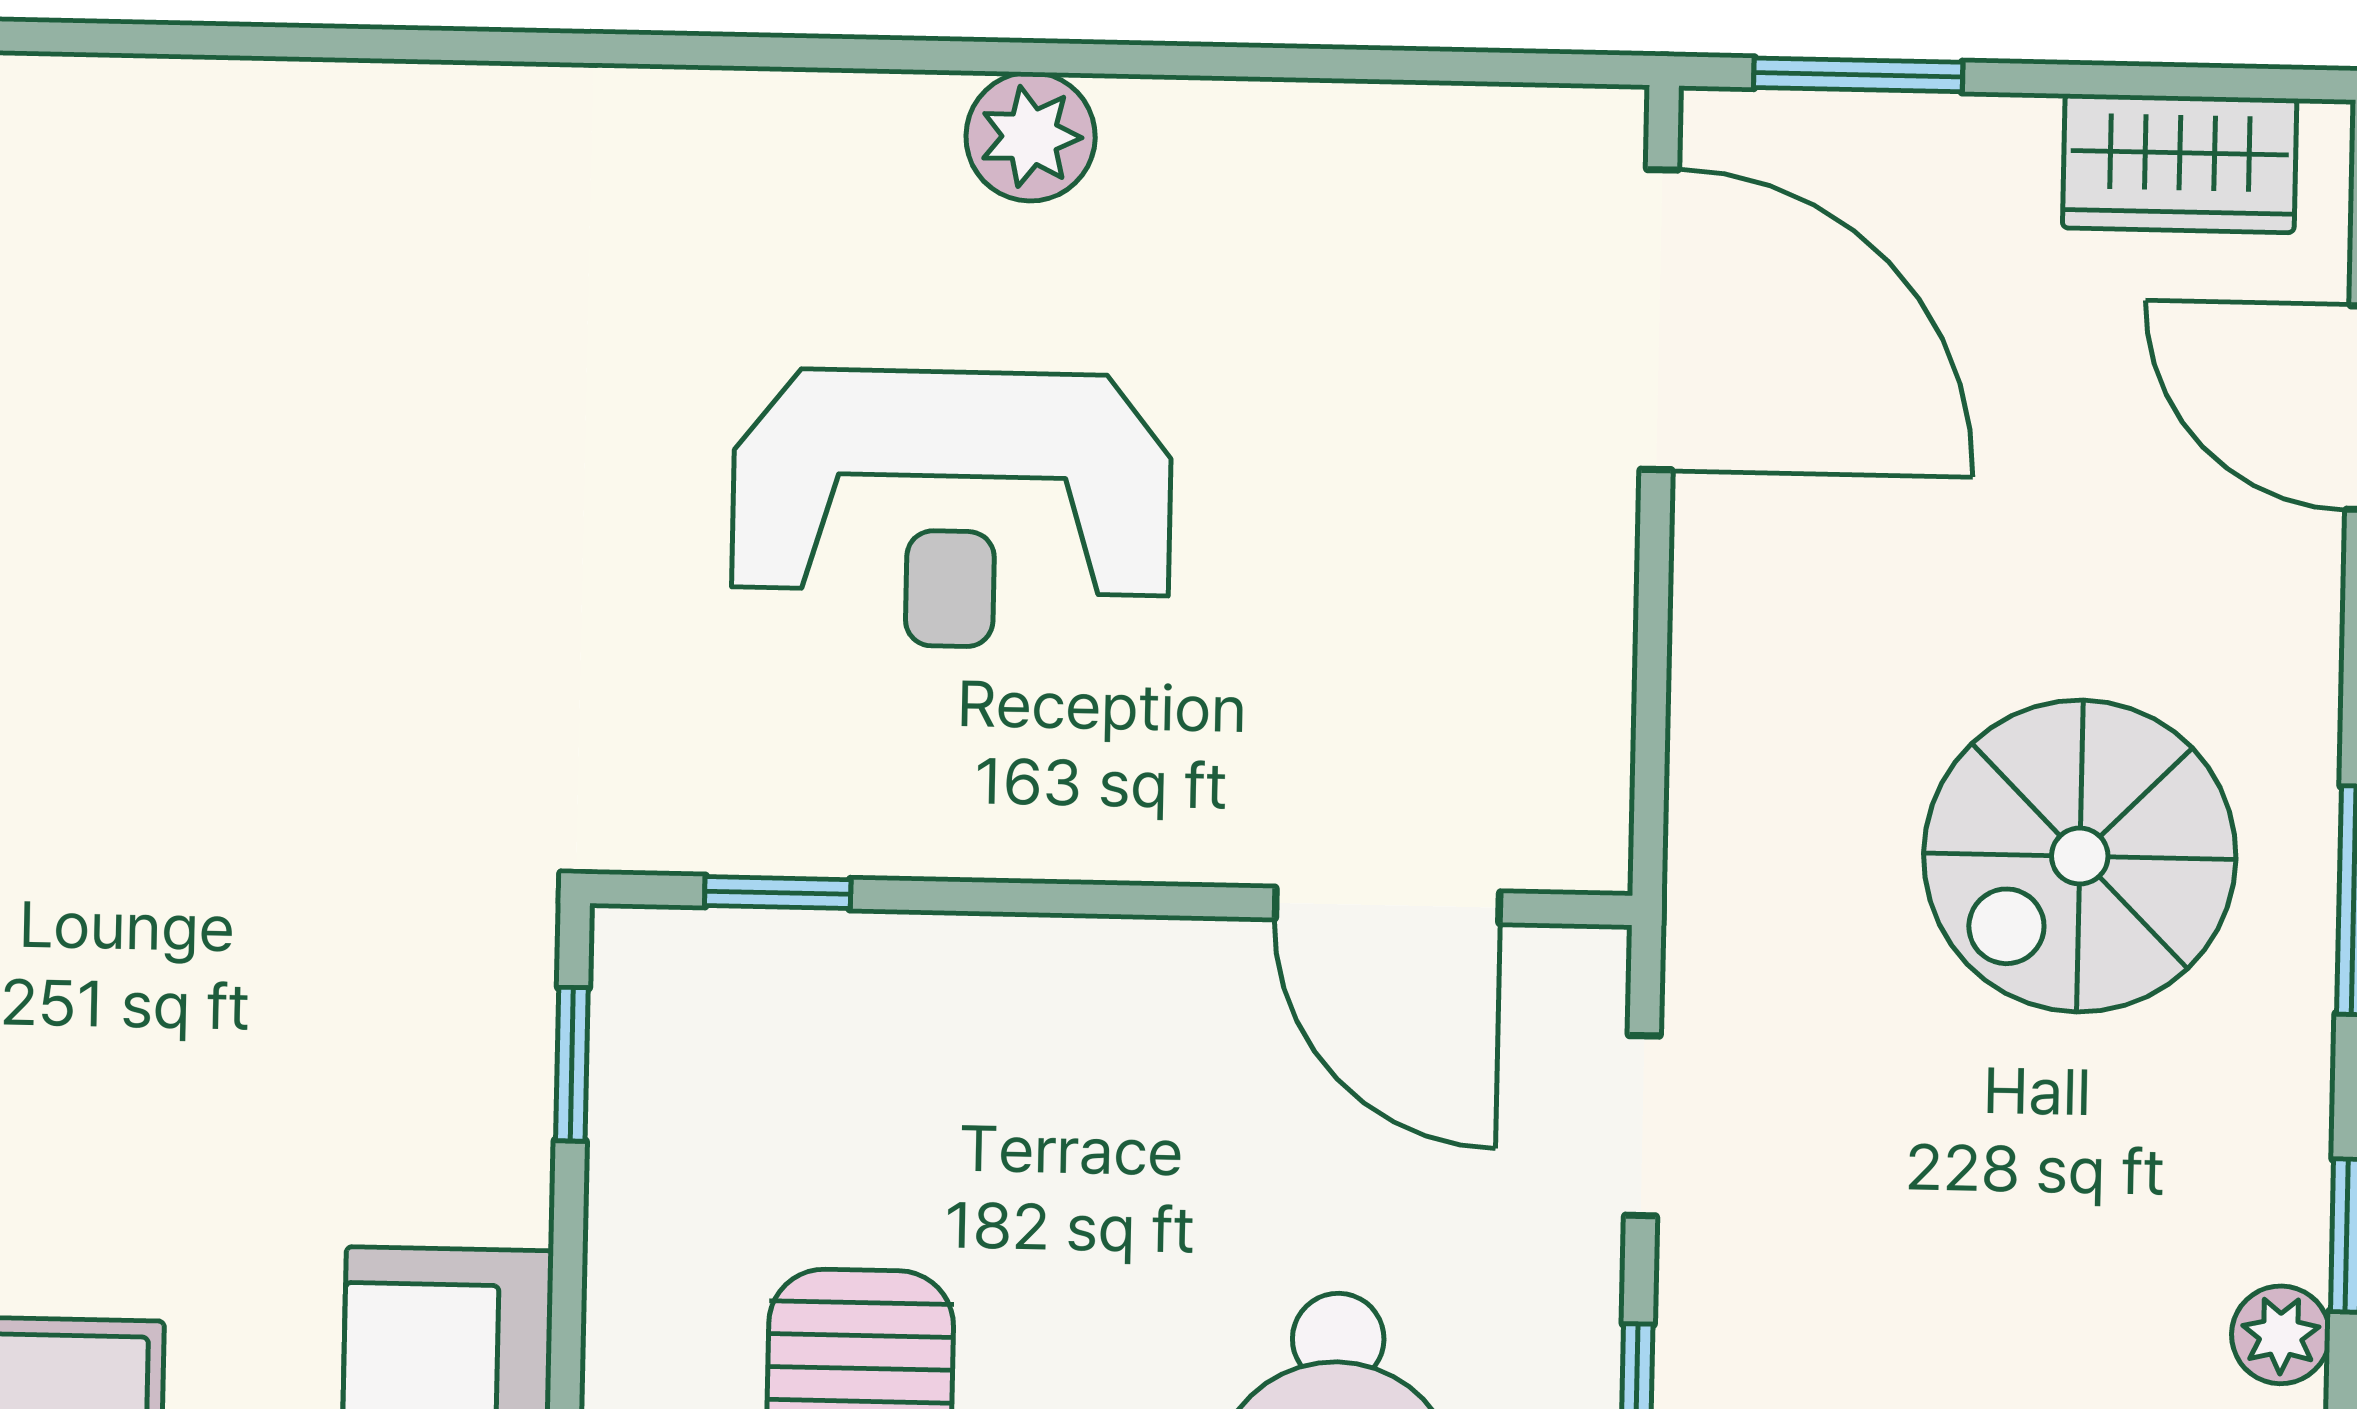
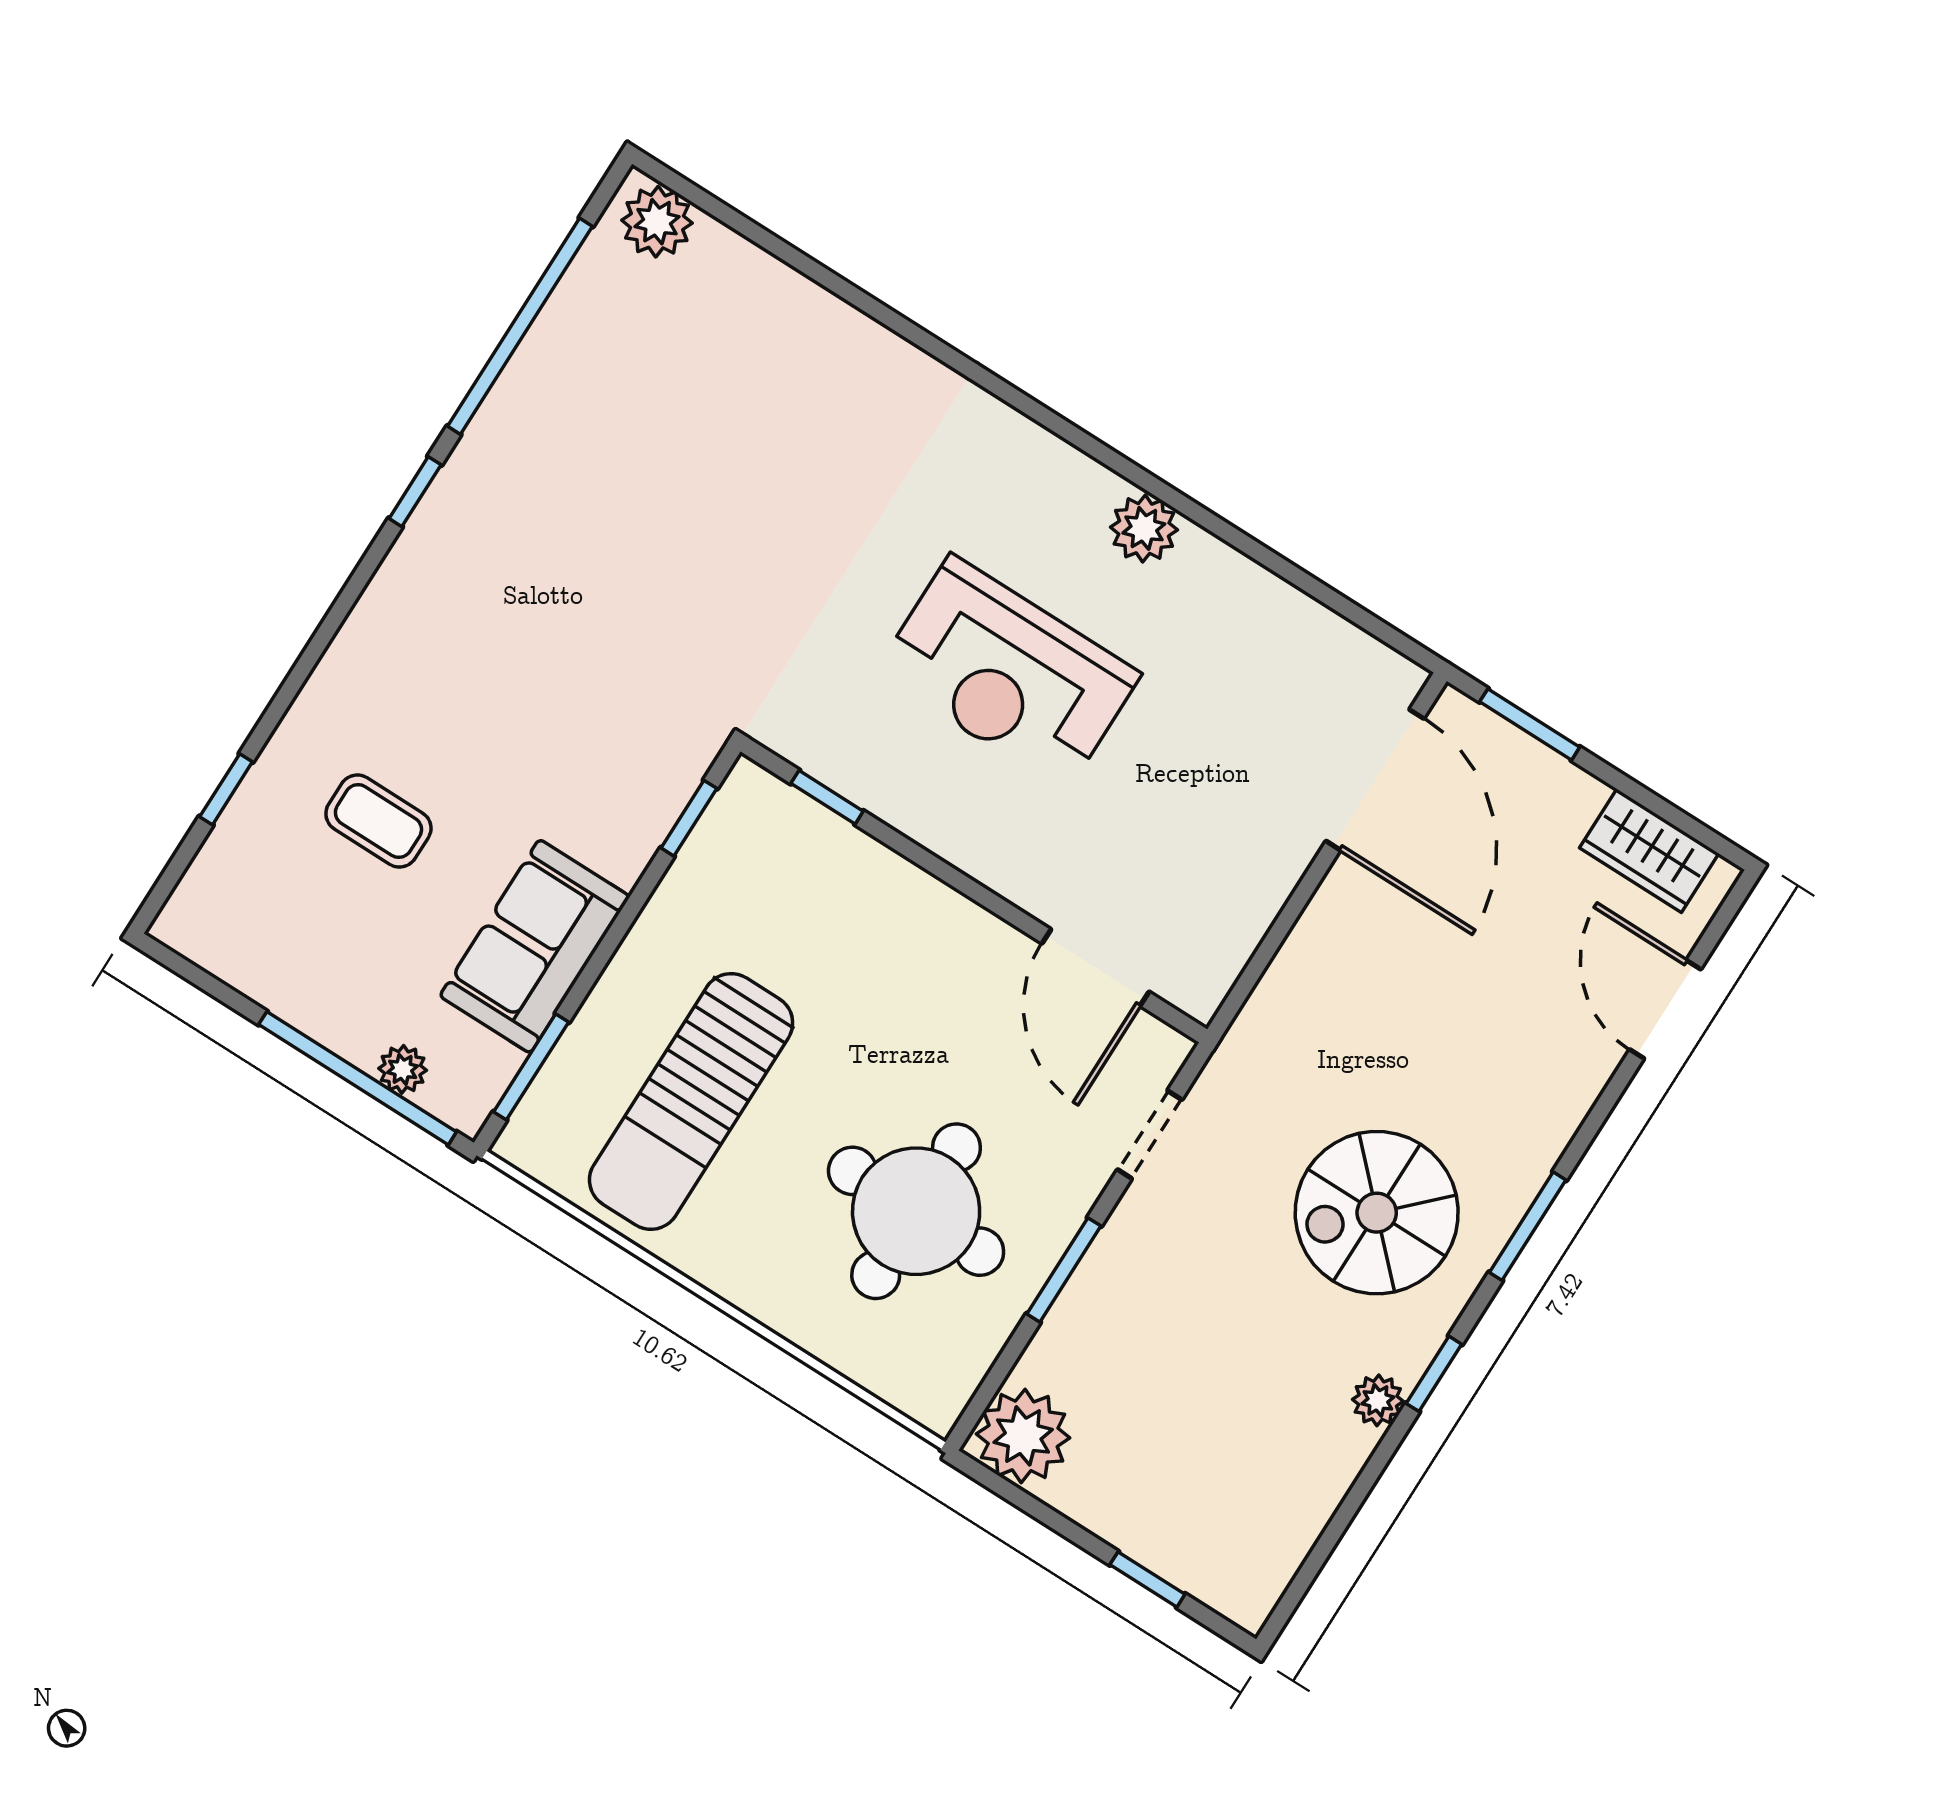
spiral stairs: (2080, 856) -> (1377, 1213), moved

